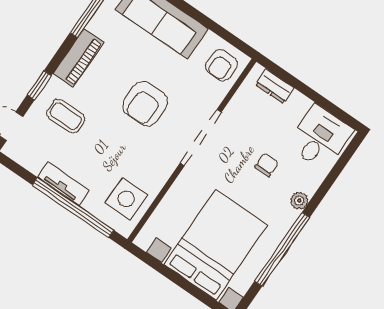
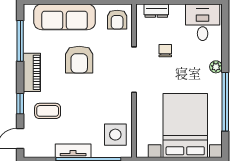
armchair: (145, 104) -> (79, 60), moved
chair: (267, 165) -> (165, 51), moved

